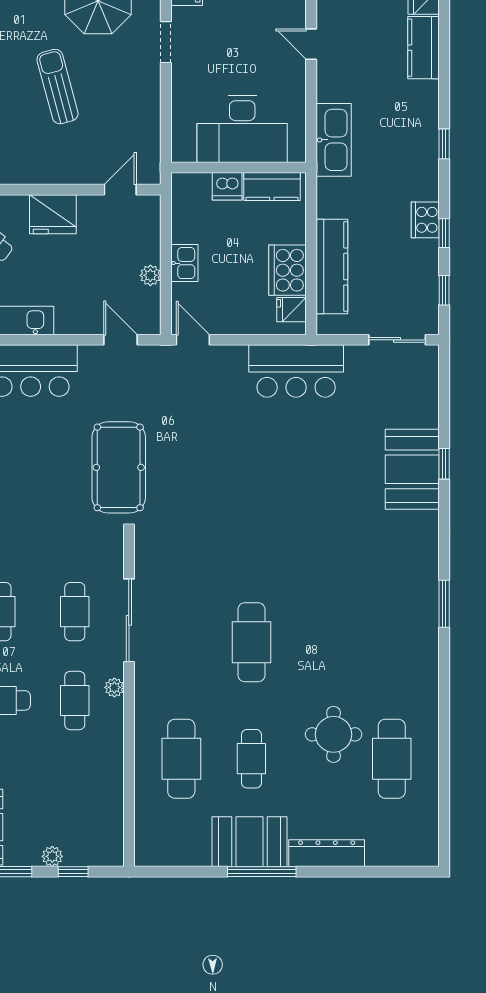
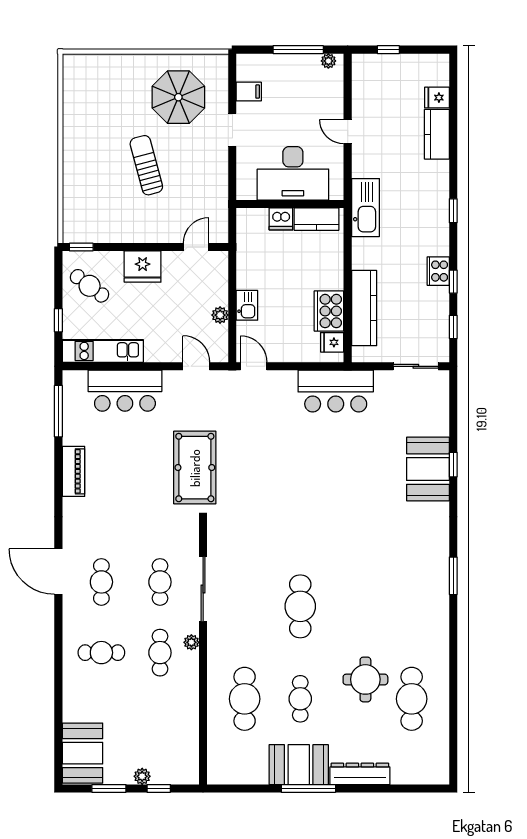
desk: (242, 129) -> (293, 173), moved
wall: (239, 167) -> (290, 204), moved
dishwasher: (227, 186) -> (281, 219), moved
kitchen counter: (272, 186) -> (317, 219), moved

